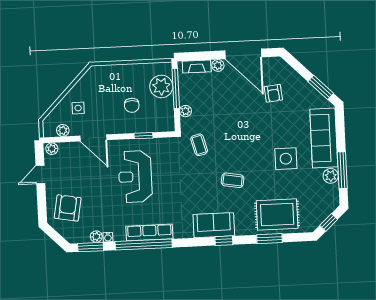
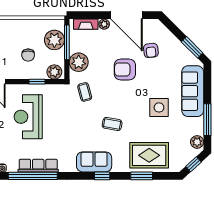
plant: (185, 111) -> (79, 62), width x1.88, depth x1.88
armchair: (244, 117) -> (125, 69), added
plant: (163, 123) -> (54, 72), added
plant: (331, 176) -> (197, 142), moved

